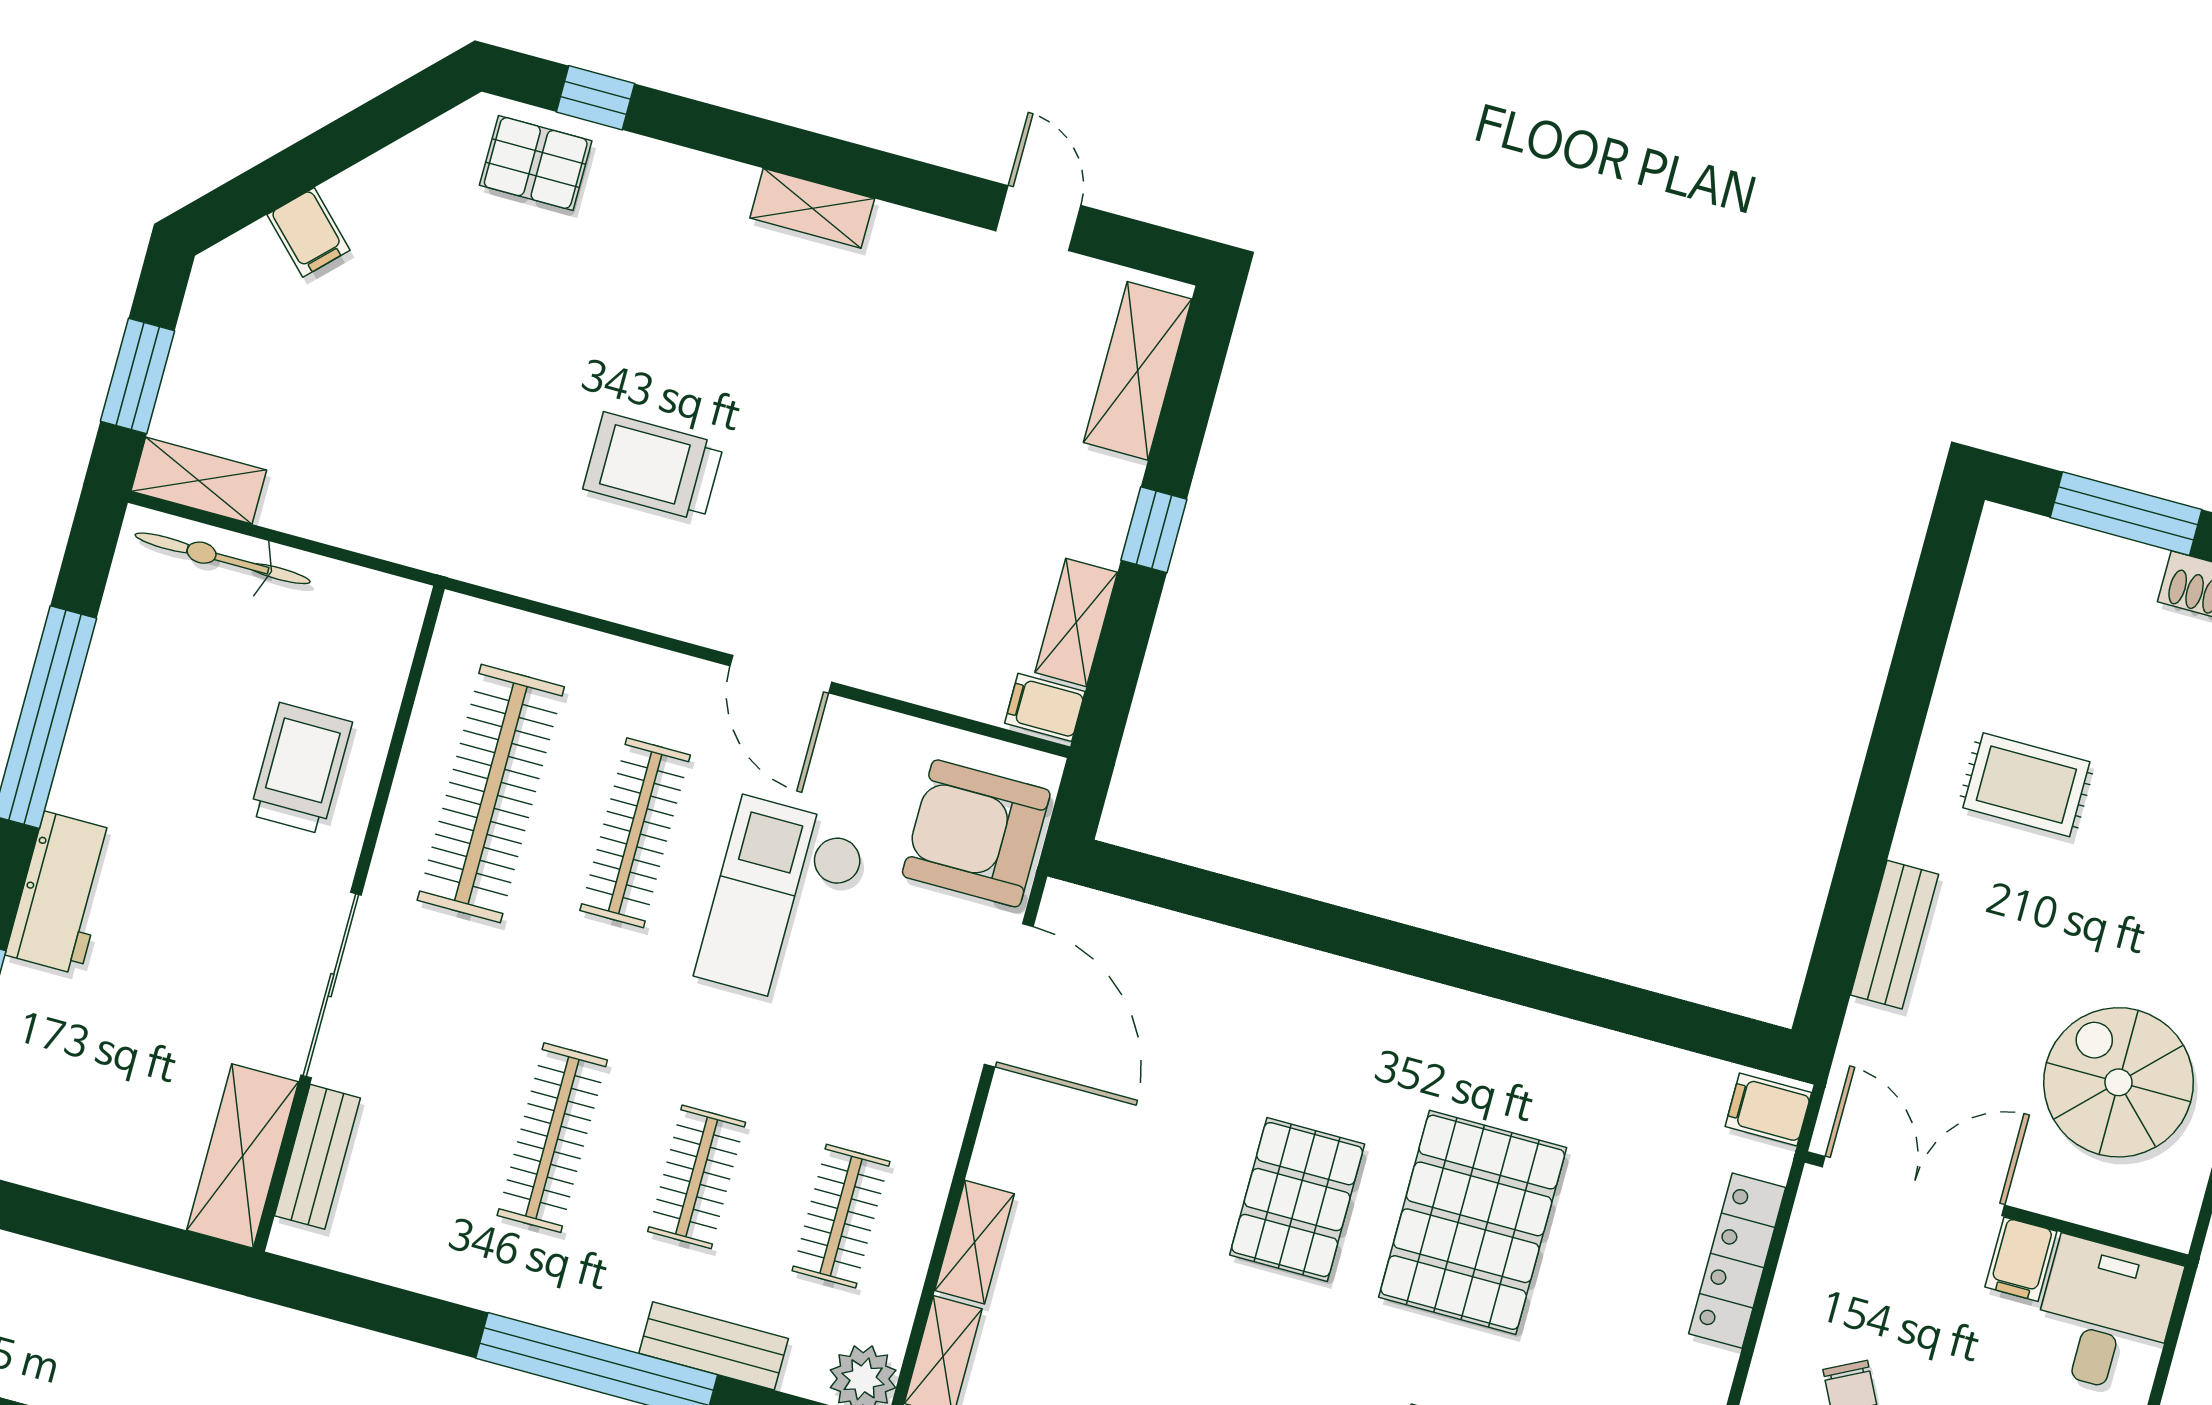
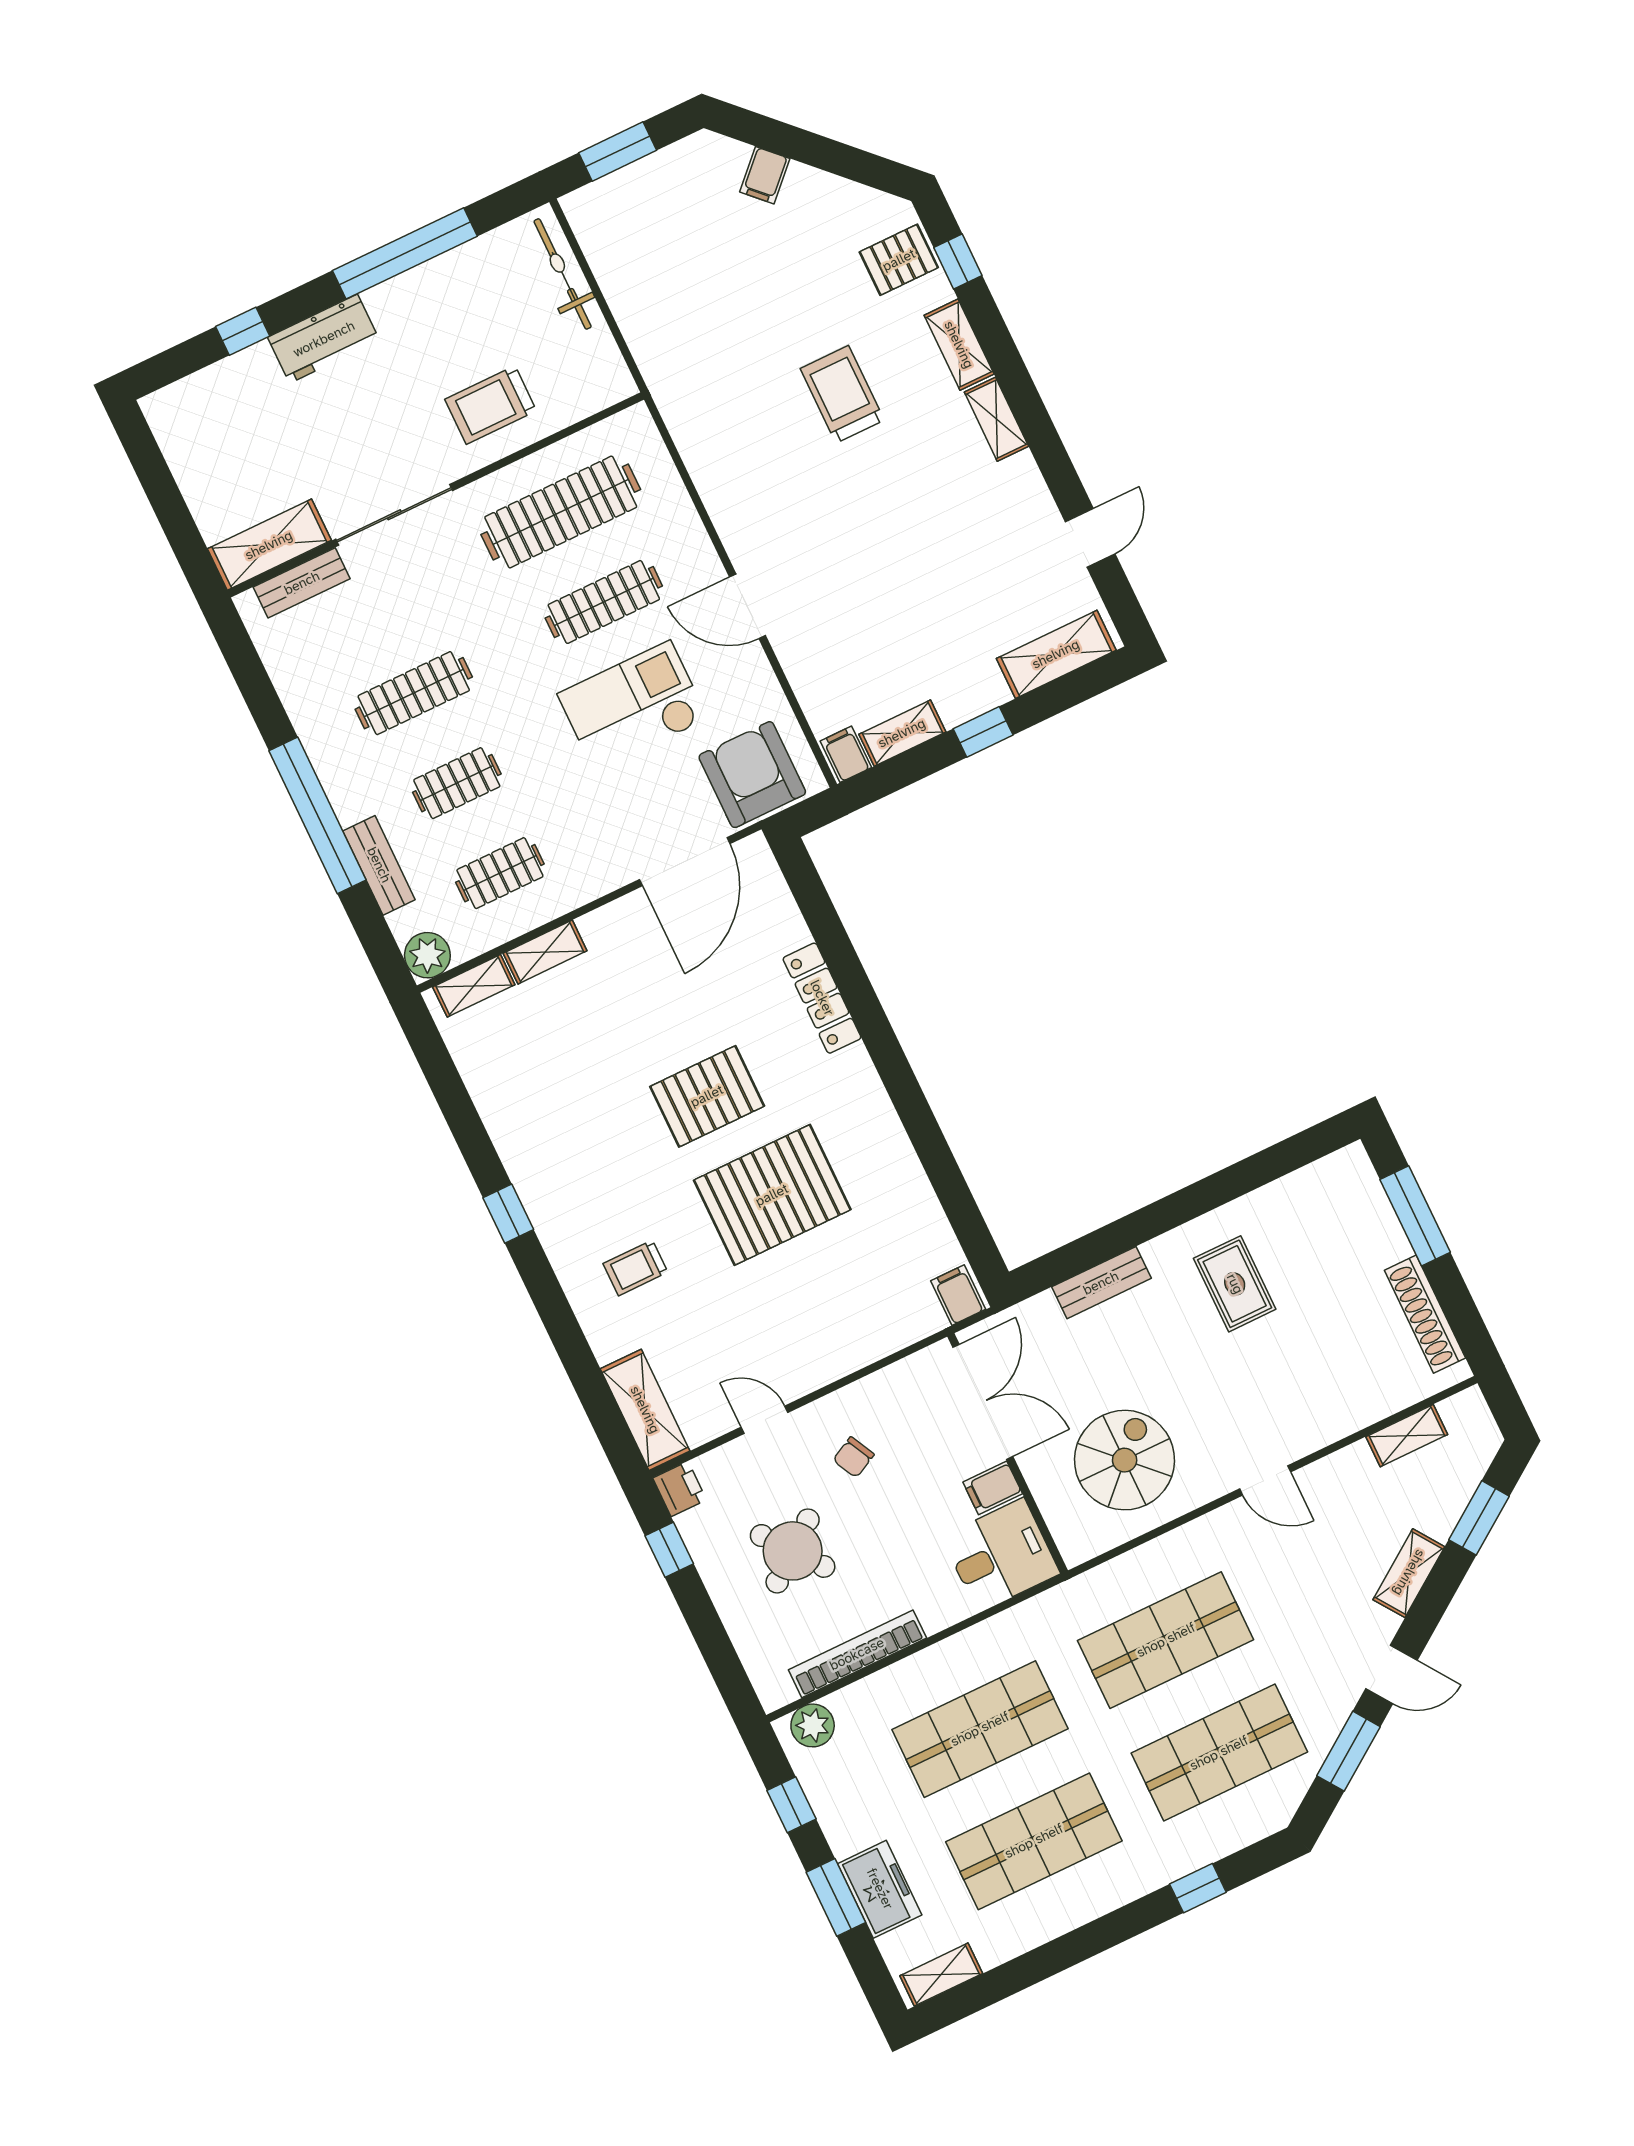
pallet: (536, 163) -> (899, 260), turned 90
trolley: (653, 467) -> (842, 394), moved
shelving: (199, 481) -> (959, 345), moved
door: (781, 674) -> (747, 606), hinge flipped
trolley: (301, 768) -> (491, 405), turned 180
locker: (1737, 1261) -> (822, 998), moved, turned -90

